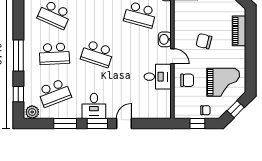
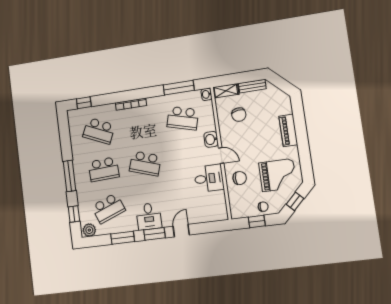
piano: (239, 31) -> (288, 130), moved
chair: (204, 41) -> (239, 115), moved, turned -112

